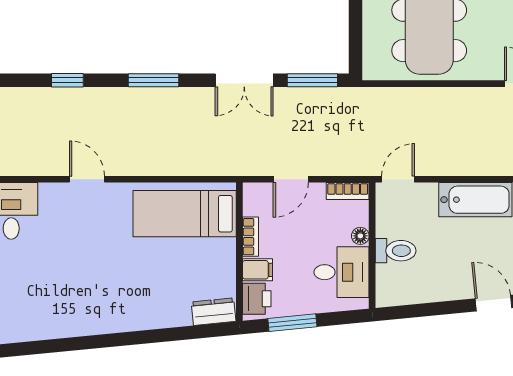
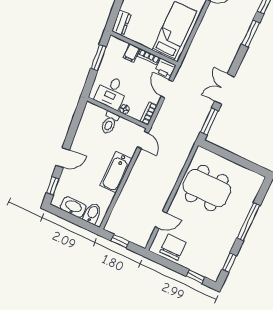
window: (154, 80) -> (251, 33), moved
printer: (257, 299) -> (165, 68), moved

